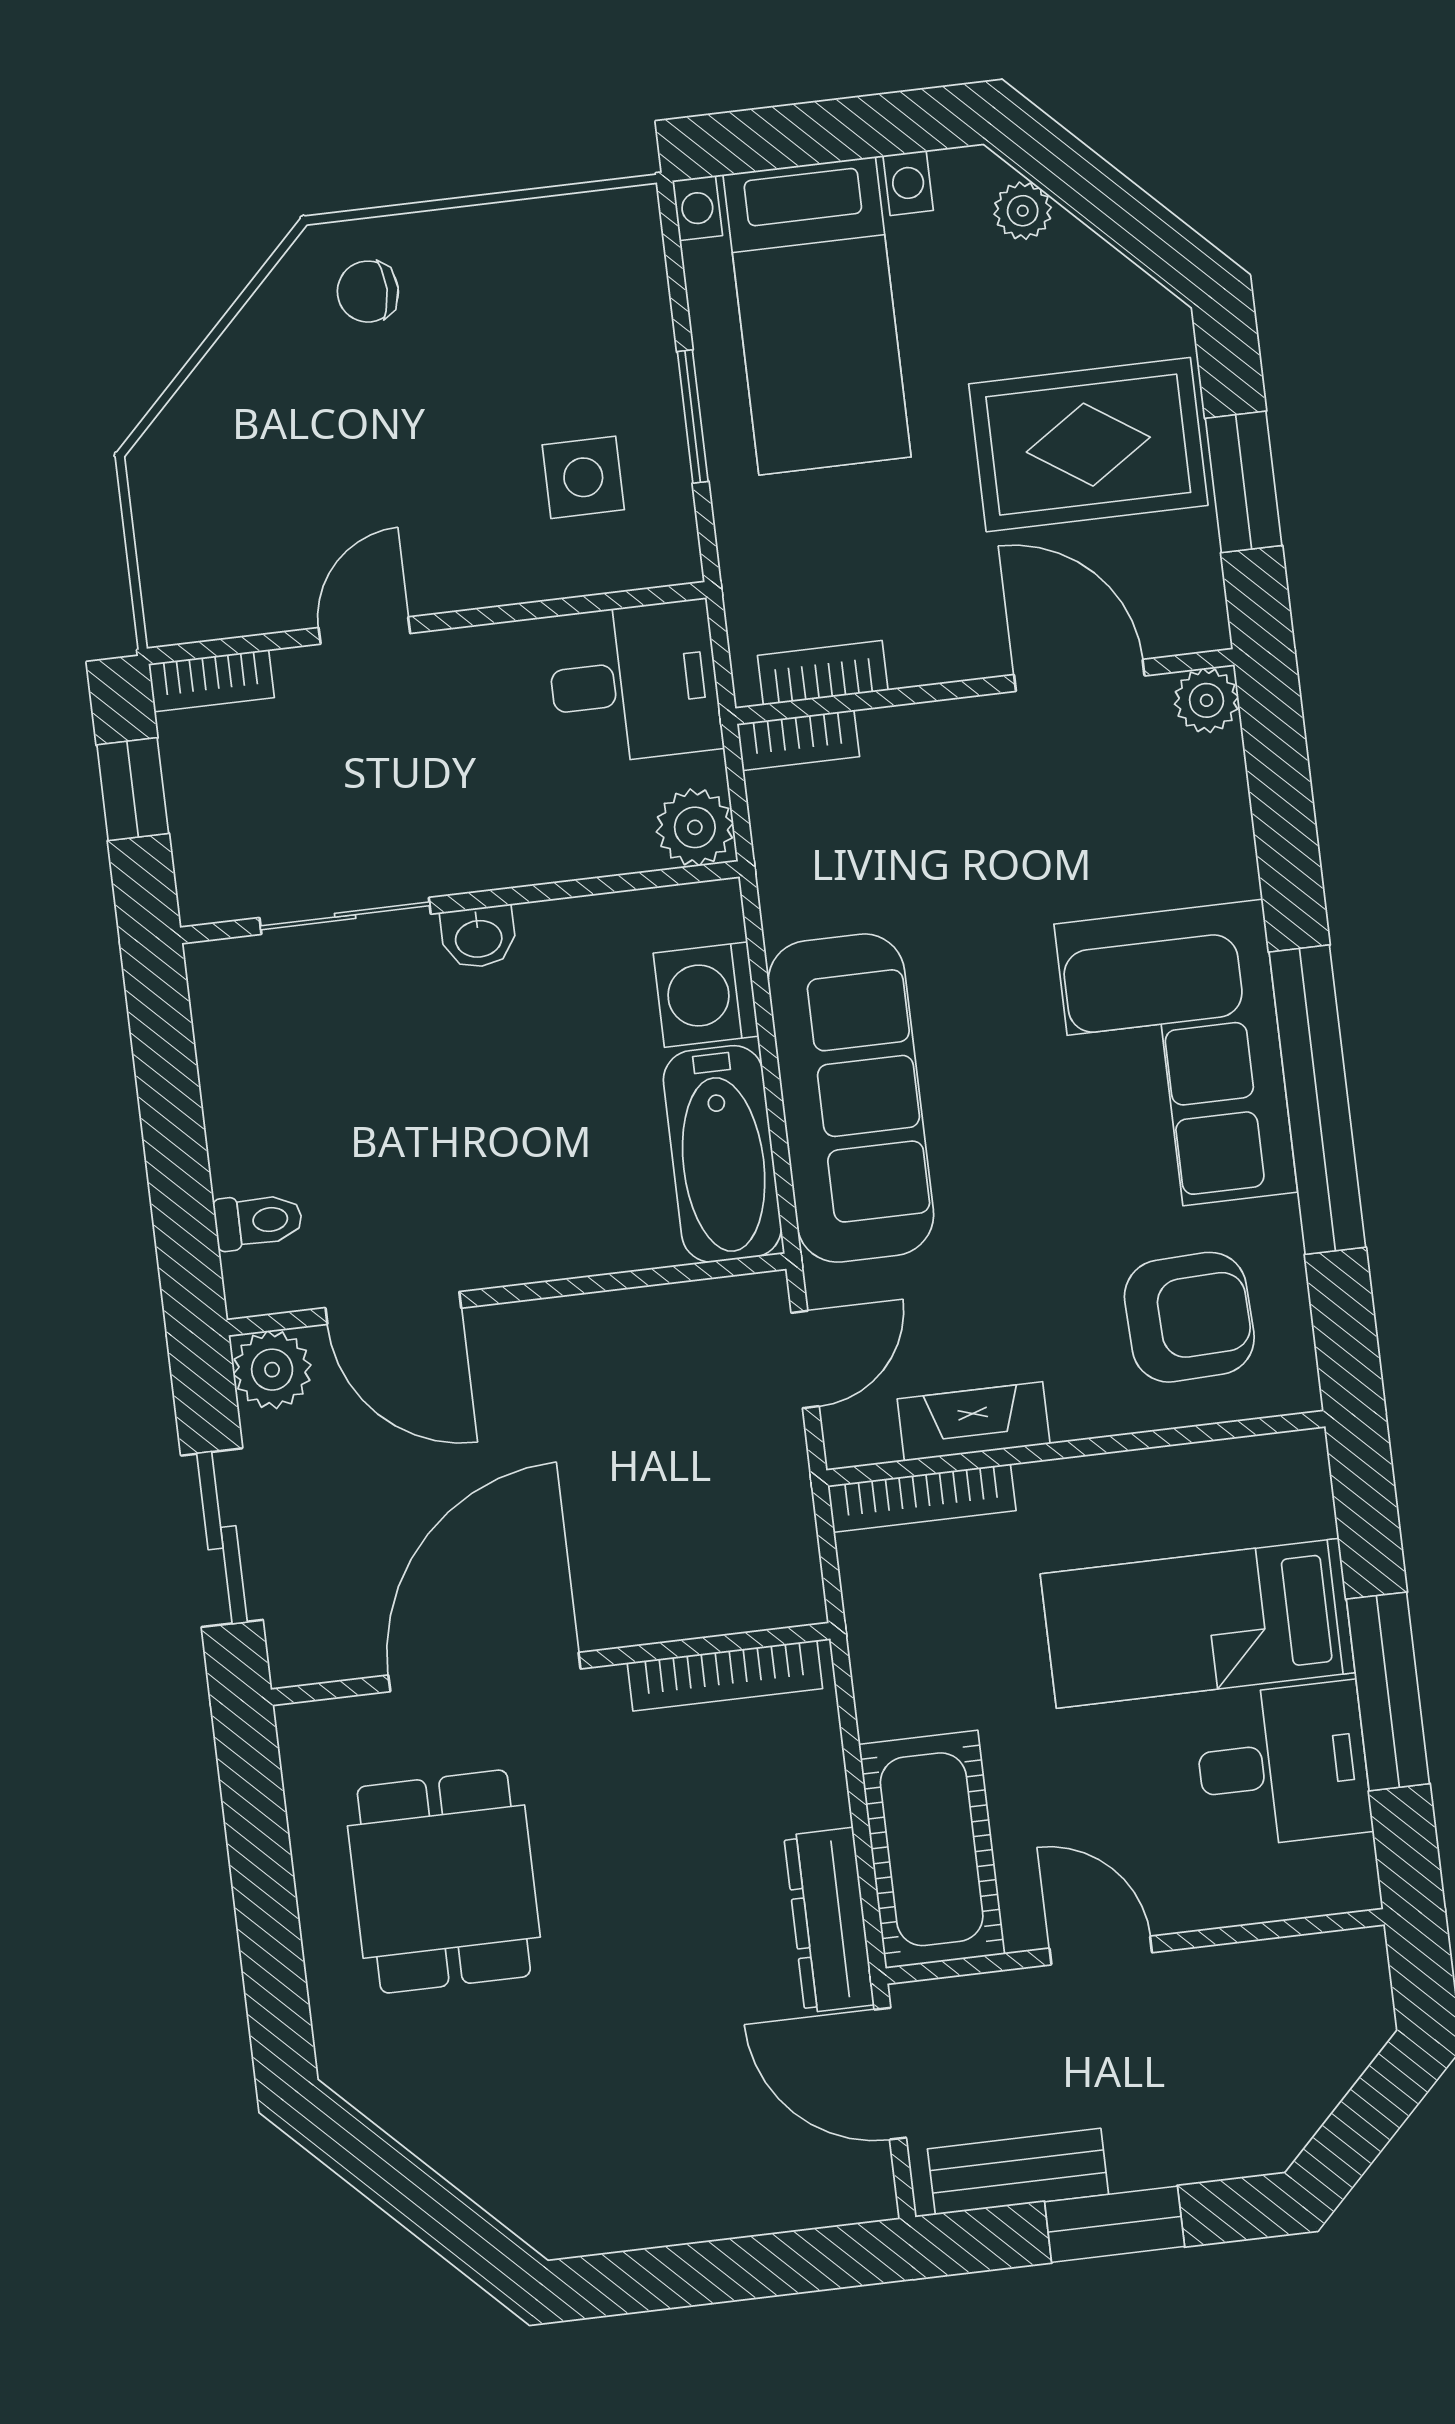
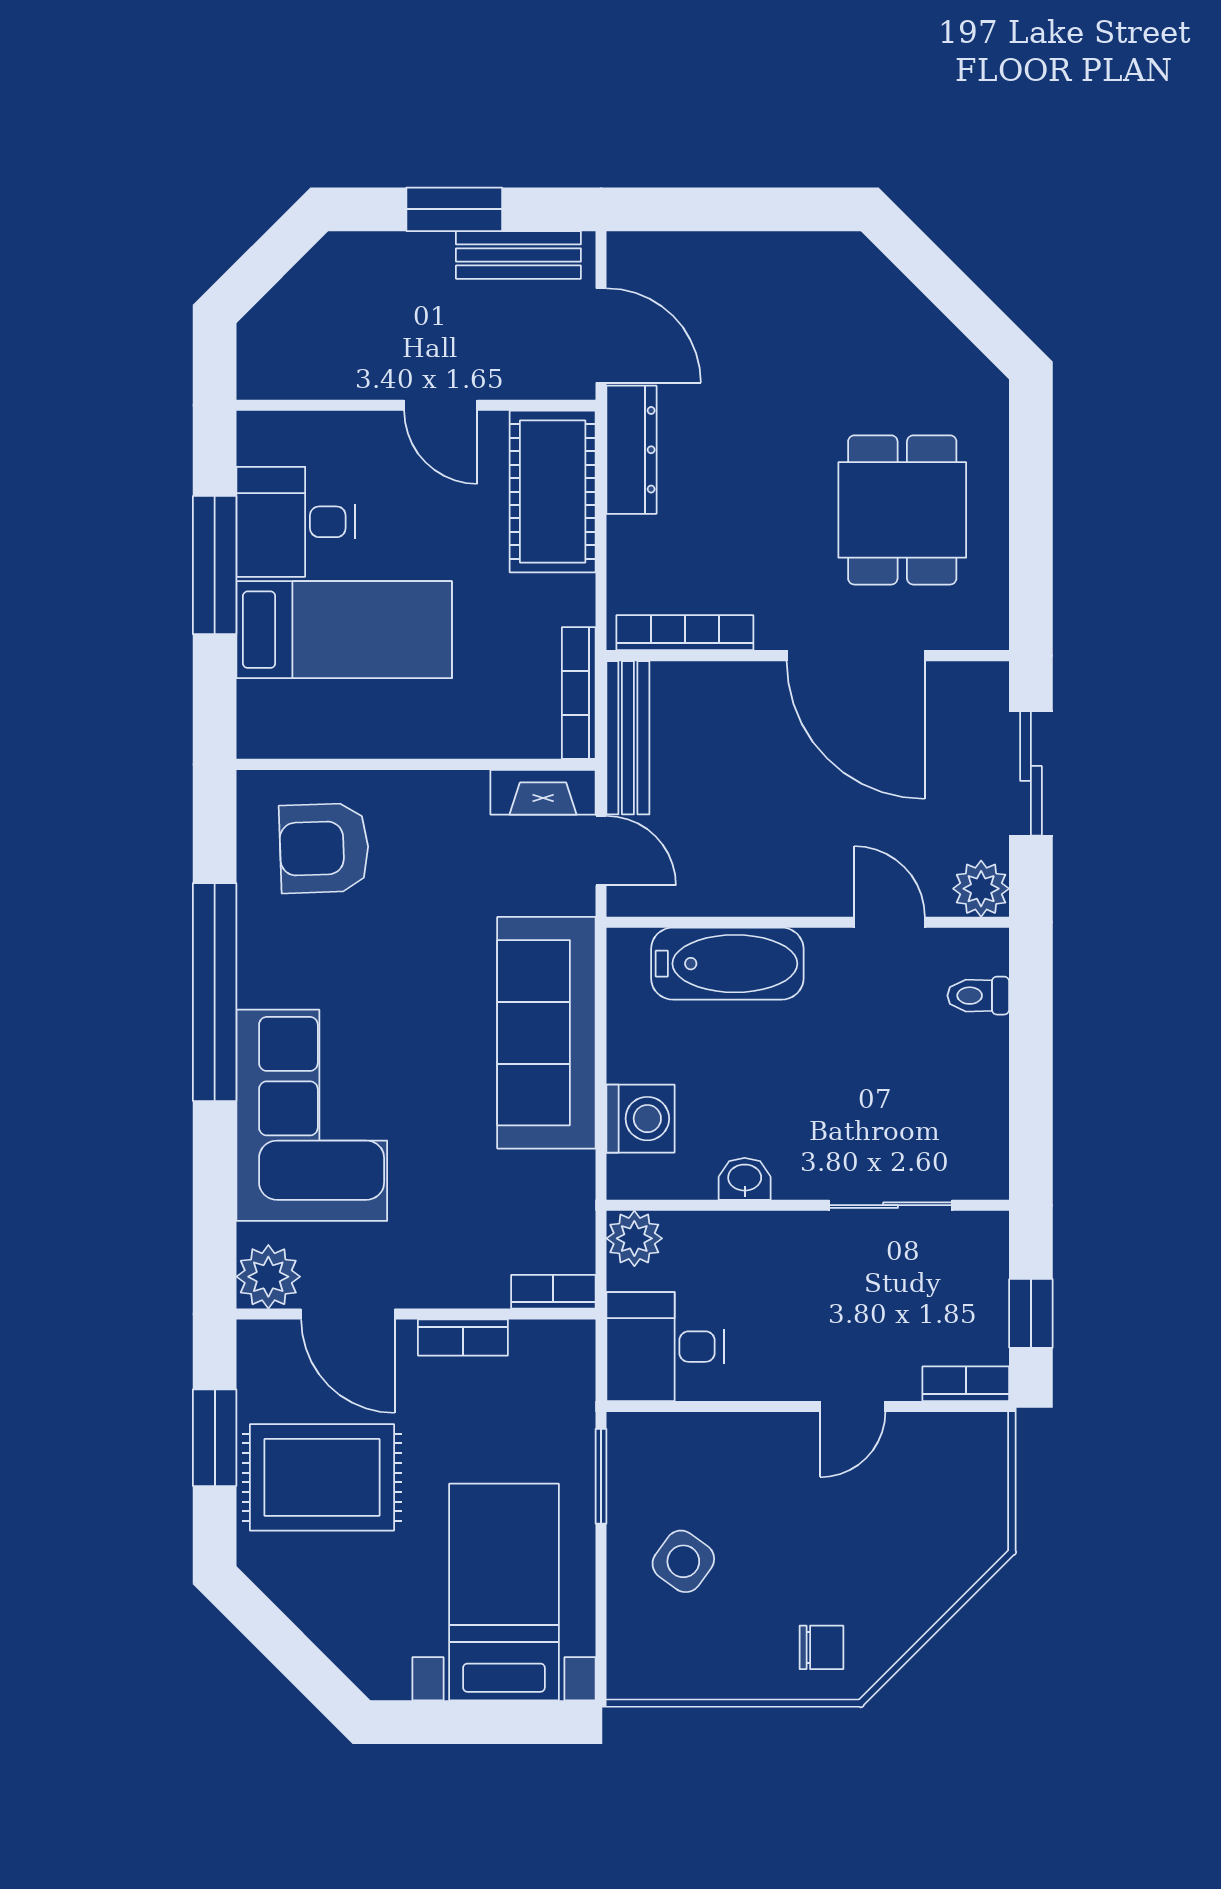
plant: (1023, 211) -> (349, 1649), removed
window: (693, 416) -> (601, 1476), moved
side table: (583, 477) -> (683, 1561), moved, turned 36
bookcase: (823, 673) -> (463, 1337), moved
plant: (1206, 700) -> (268, 1277), width x1.38, depth x1.38
washbasin: (479, 937) -> (745, 1179), moved
corner sofa: (1176, 1058) -> (312, 1115), moved
bathtub: (722, 1154) -> (727, 964), moved, turned 90
door: (393, 1308) -> (890, 922), width x0.73
door: (805, 1359) -> (601, 851), swing flipped
fireplace: (974, 1421) -> (543, 792), moved
bookcase: (922, 1498) -> (579, 693), moved, turned -90
bench: (786, 1520) -> (628, 738), added
door: (484, 1672) -> (856, 656), hinge flipped

